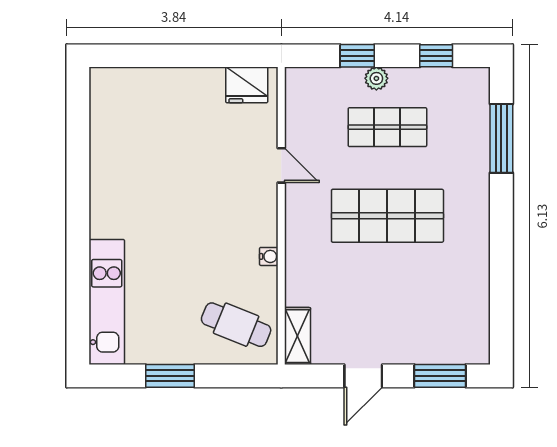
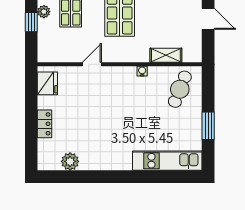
locker: (173, 80) -> (44, 124), added
plant: (105, 126) -> (70, 161), added
shelving: (297, 336) -> (166, 55), moved

